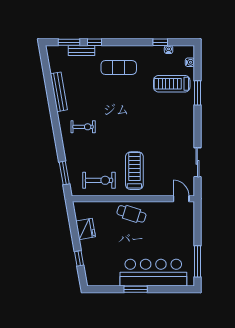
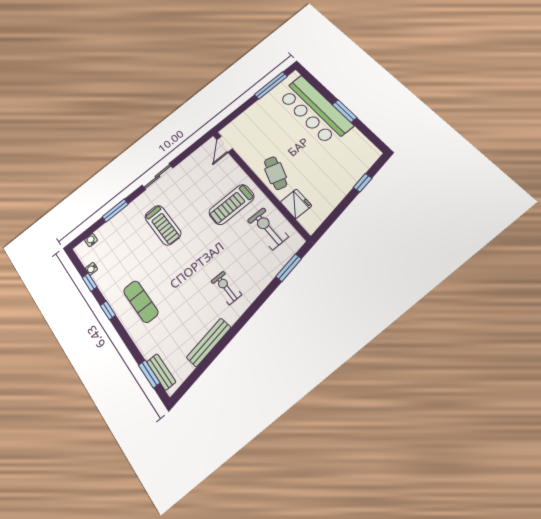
window: (95, 42) -> (108, 310), moved
bench: (81, 51) -> (161, 372), moved
treadmill: (172, 84) -> (163, 225), moved
sliding door: (197, 162) -> (157, 176), moved
fridge: (86, 229) -> (296, 204), moved, turned 100

